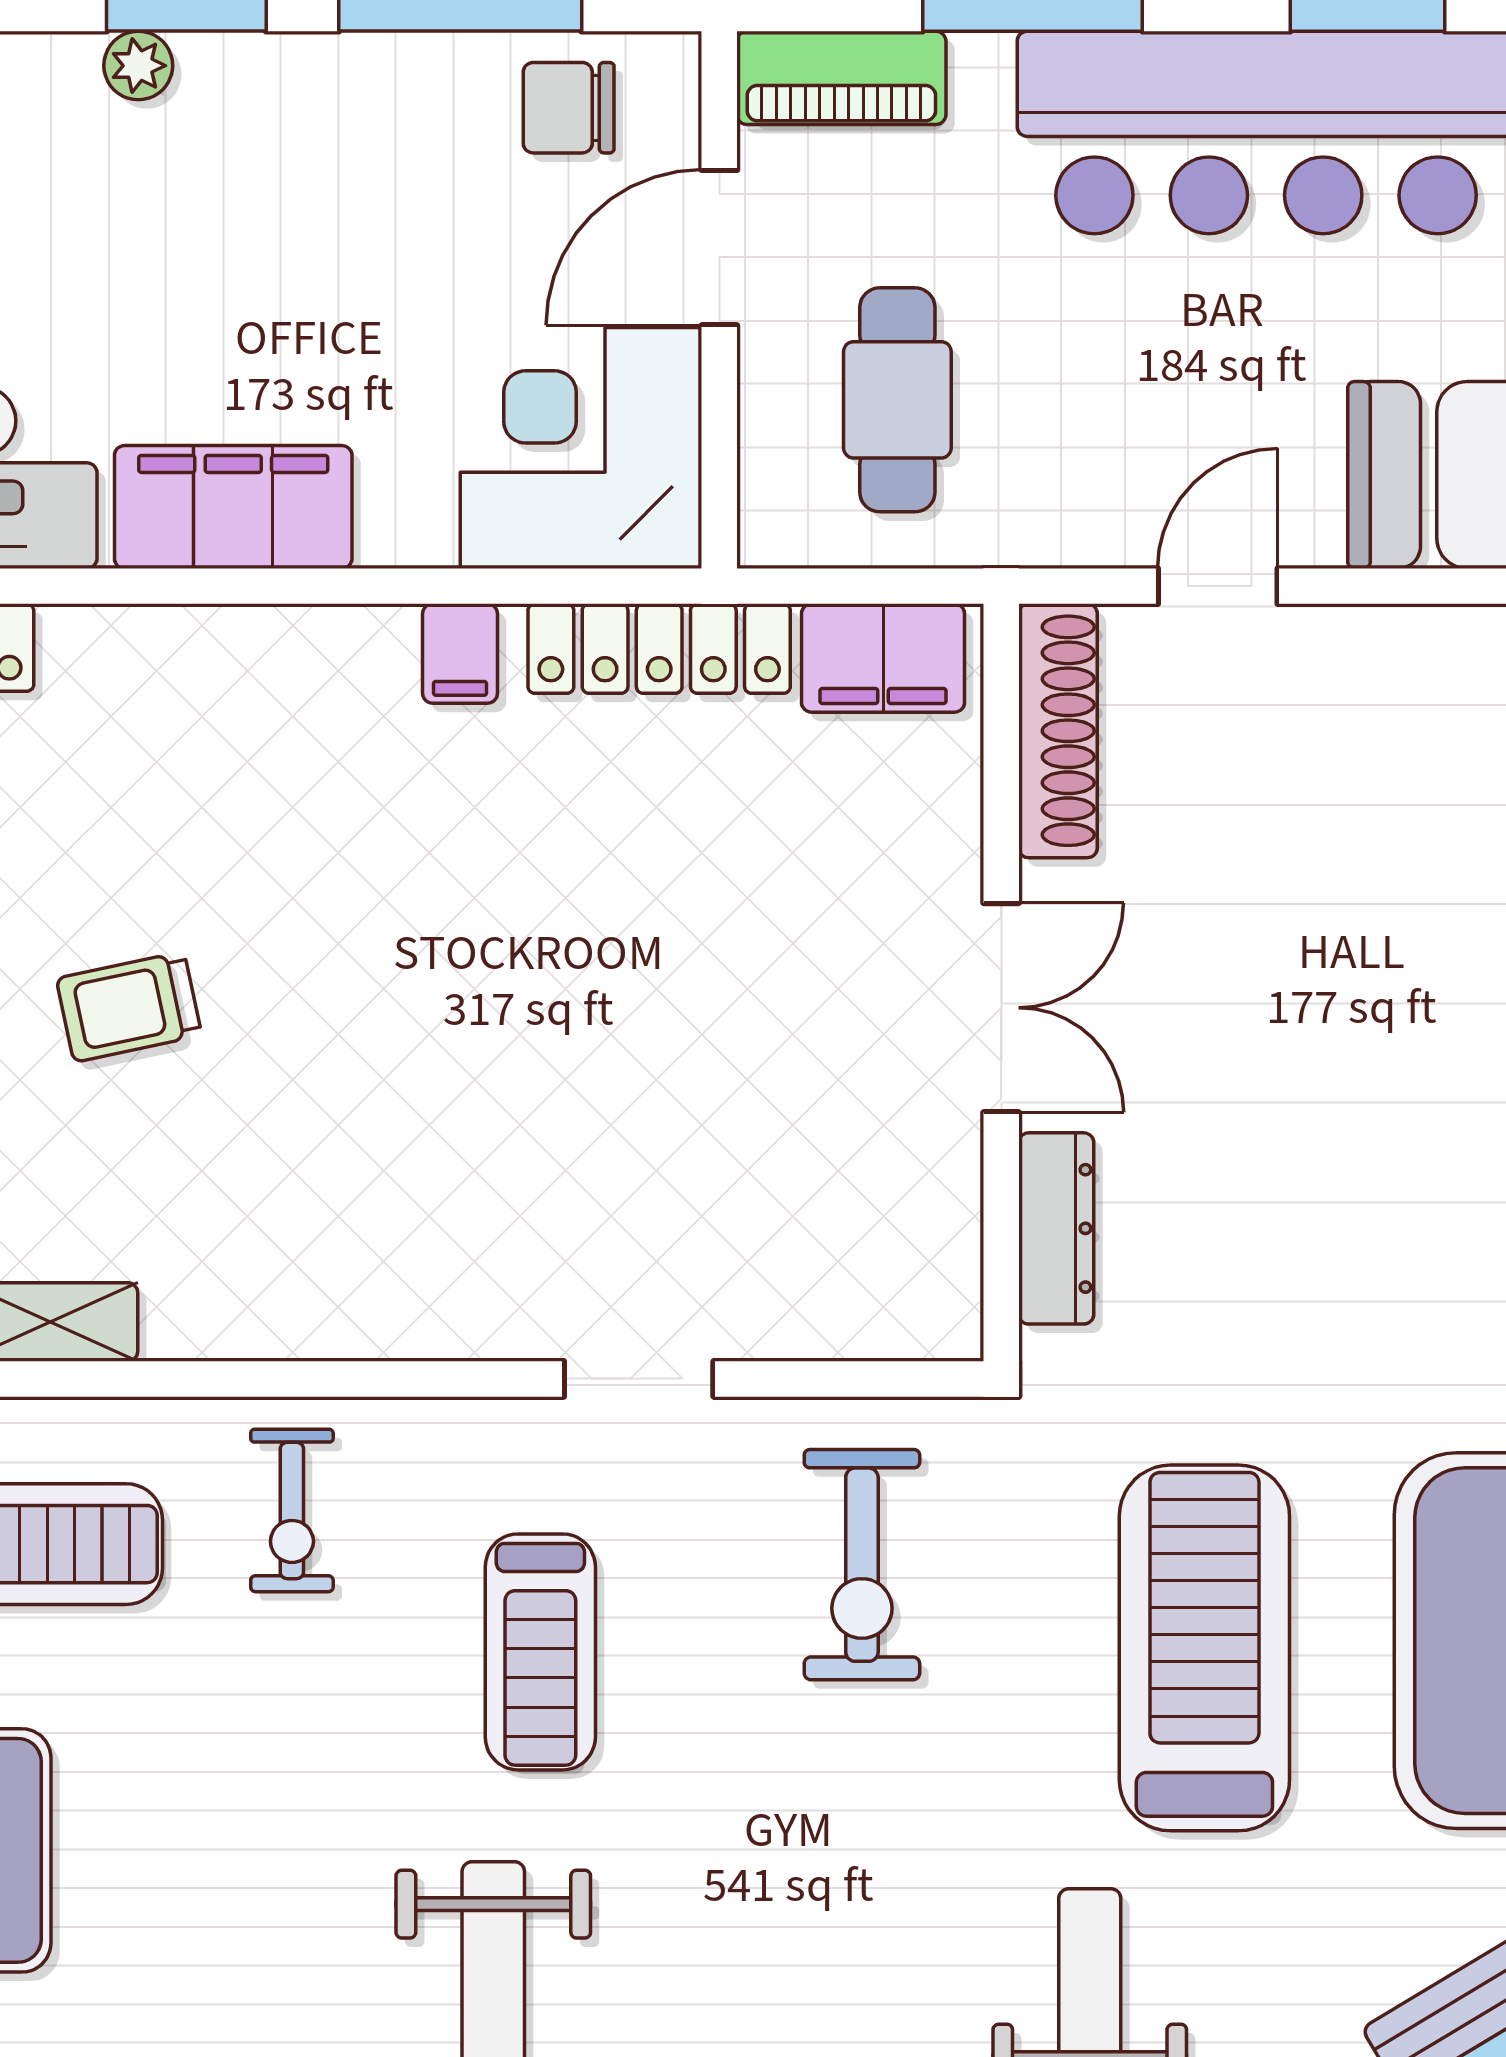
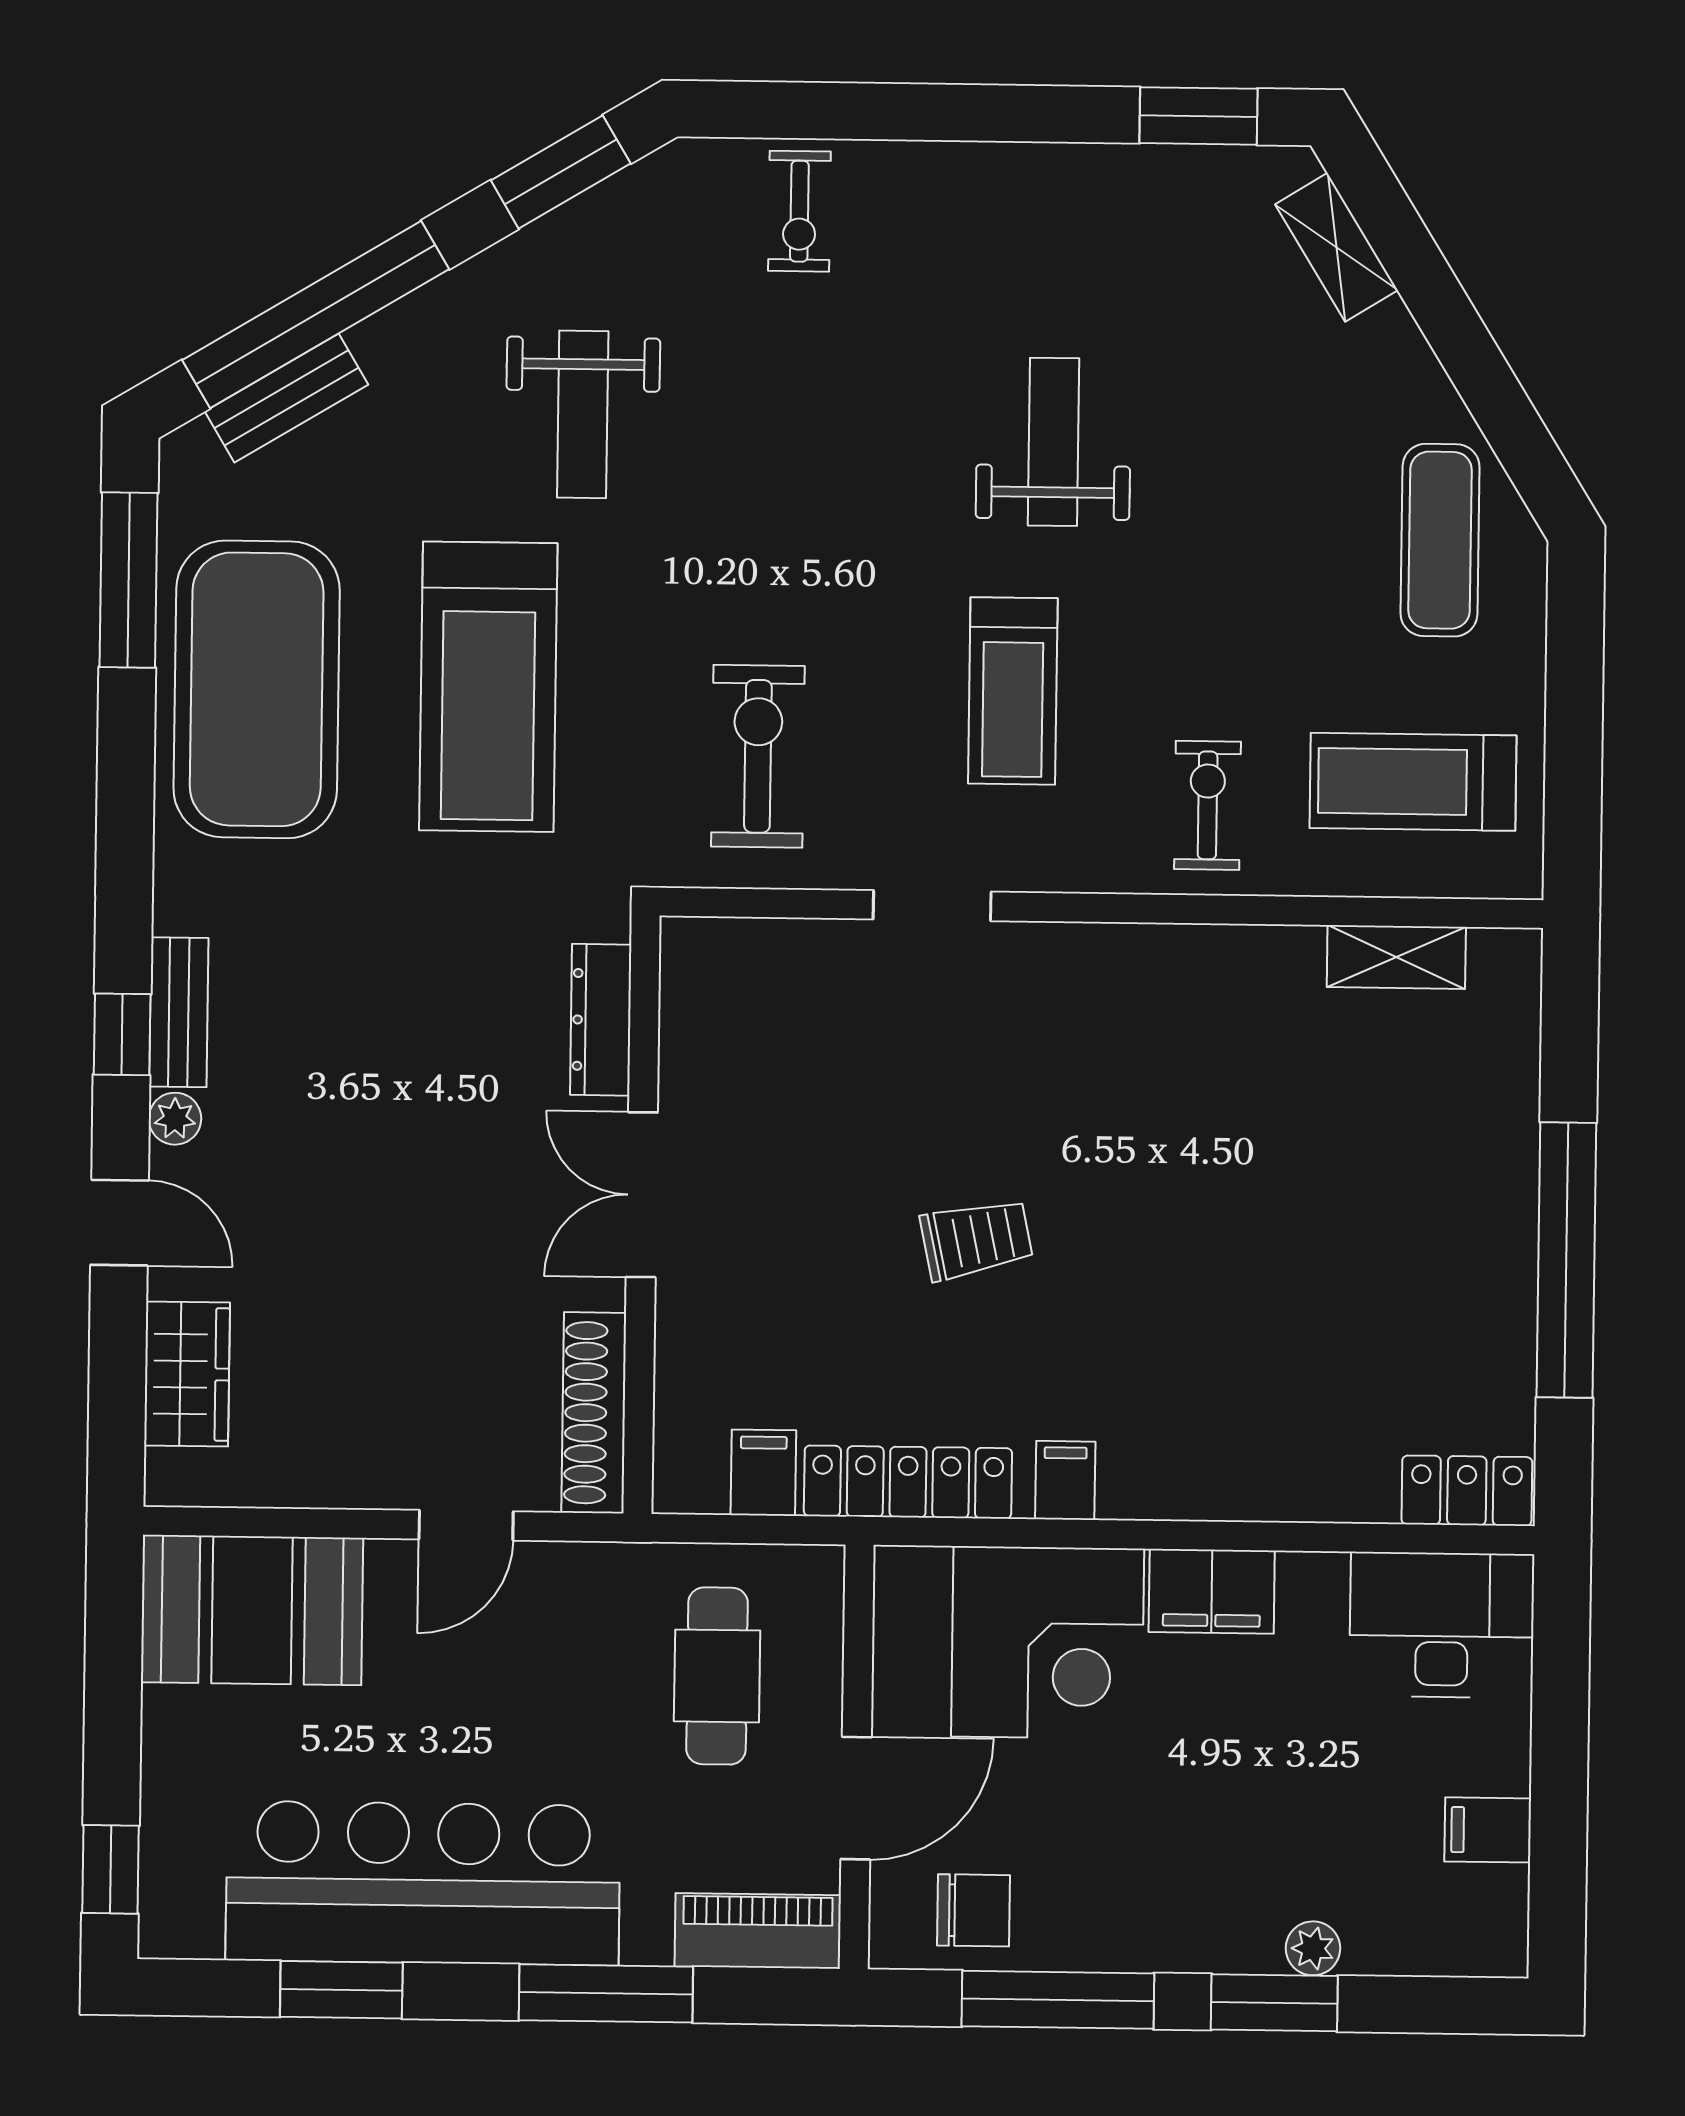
corner desk: (581, 448) -> (1048, 1643), moved
filing cabinet: (233, 507) -> (1212, 1591), width x0.67, depth x0.86
filing cabinet: (883, 658) -> (763, 1473), width x0.50
trolley: (129, 1007) -> (976, 1239), moved
treadmill: (540, 1652) -> (1013, 691), turned 180

